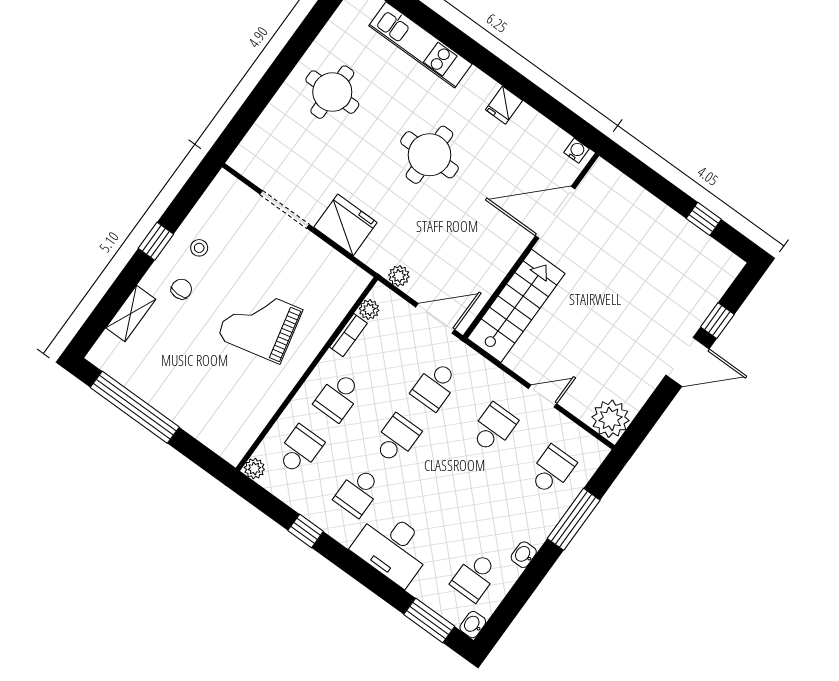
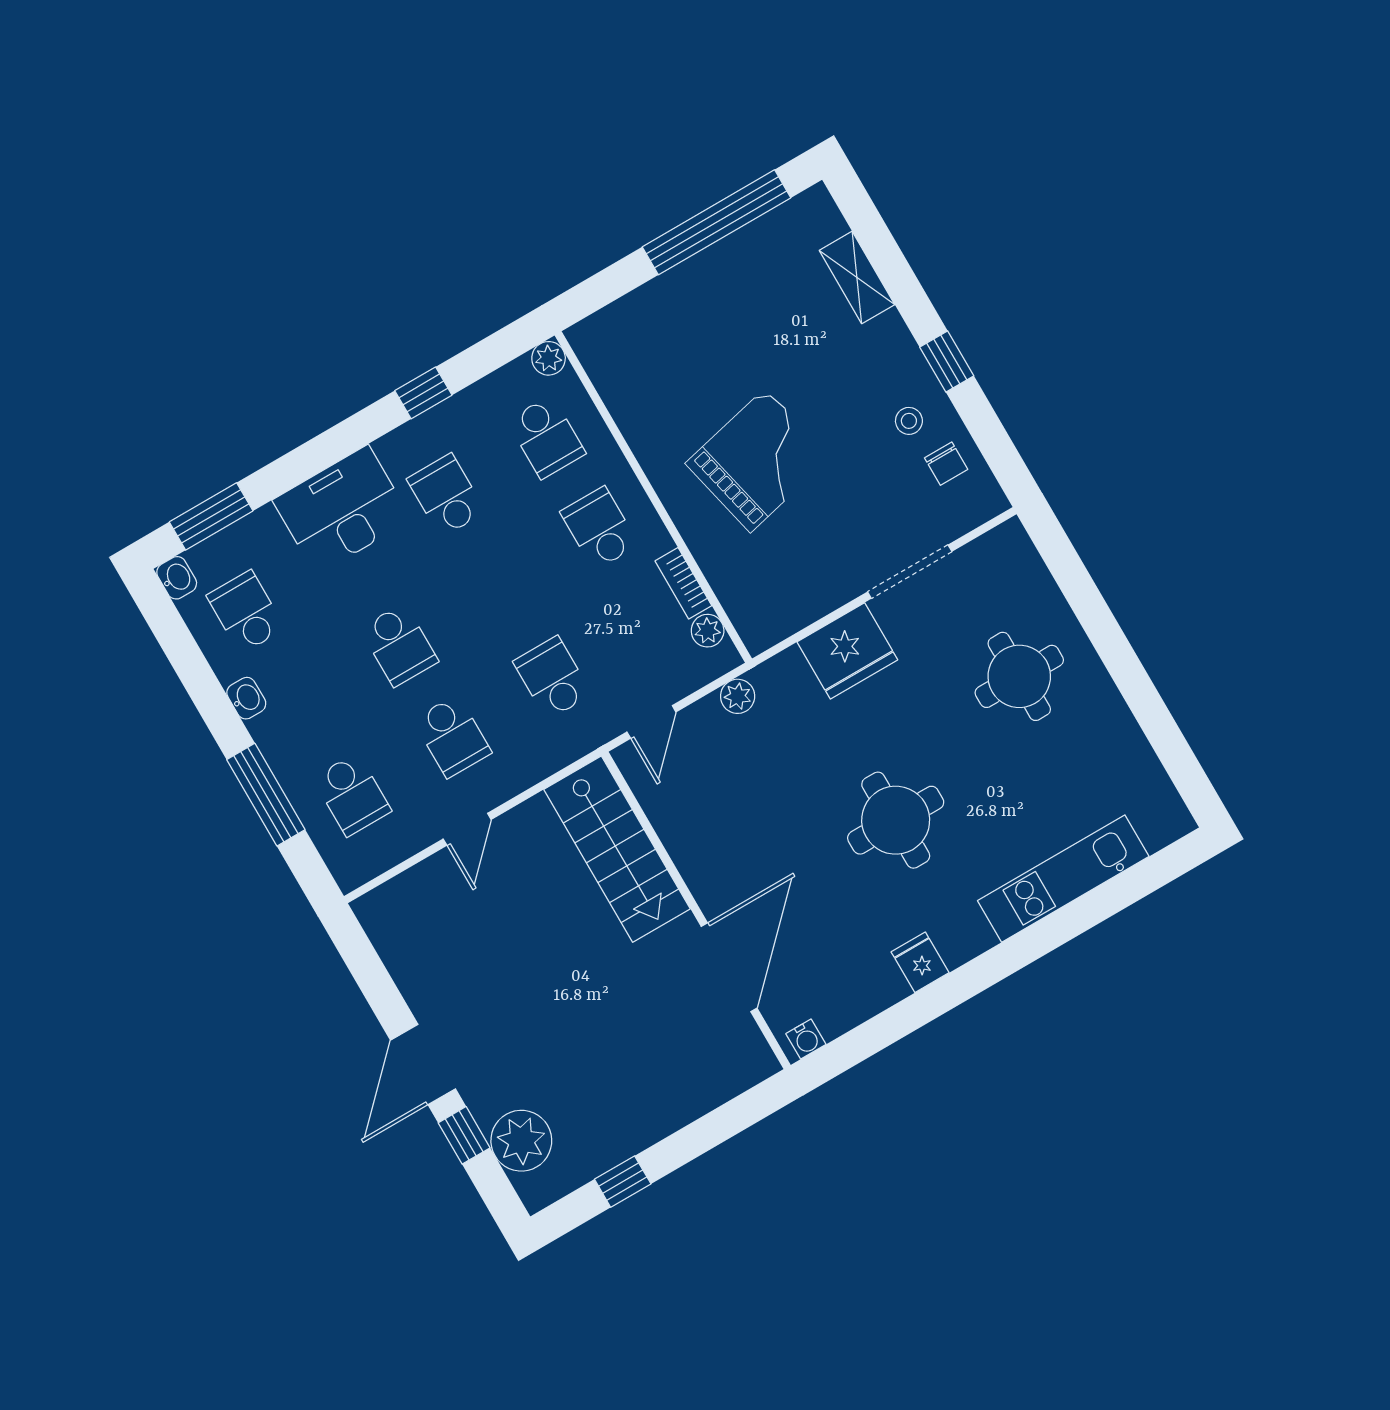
round table: (332, 92) -> (1019, 676), moved
chair: (181, 289) -> (946, 464), moved
door: (435, 318) -> (651, 722), width x0.73
plant: (610, 419) -> (521, 1141), moved
school desk: (397, 439) -> (399, 645), moved

